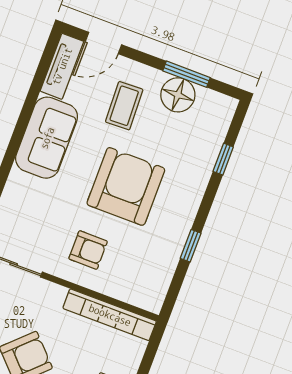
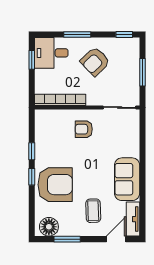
floor lamp: (178, 95) -> (49, 227), moved
window: (223, 159) -> (32, 177), moved
armchair: (126, 186) -> (55, 185), moved, turned -90

